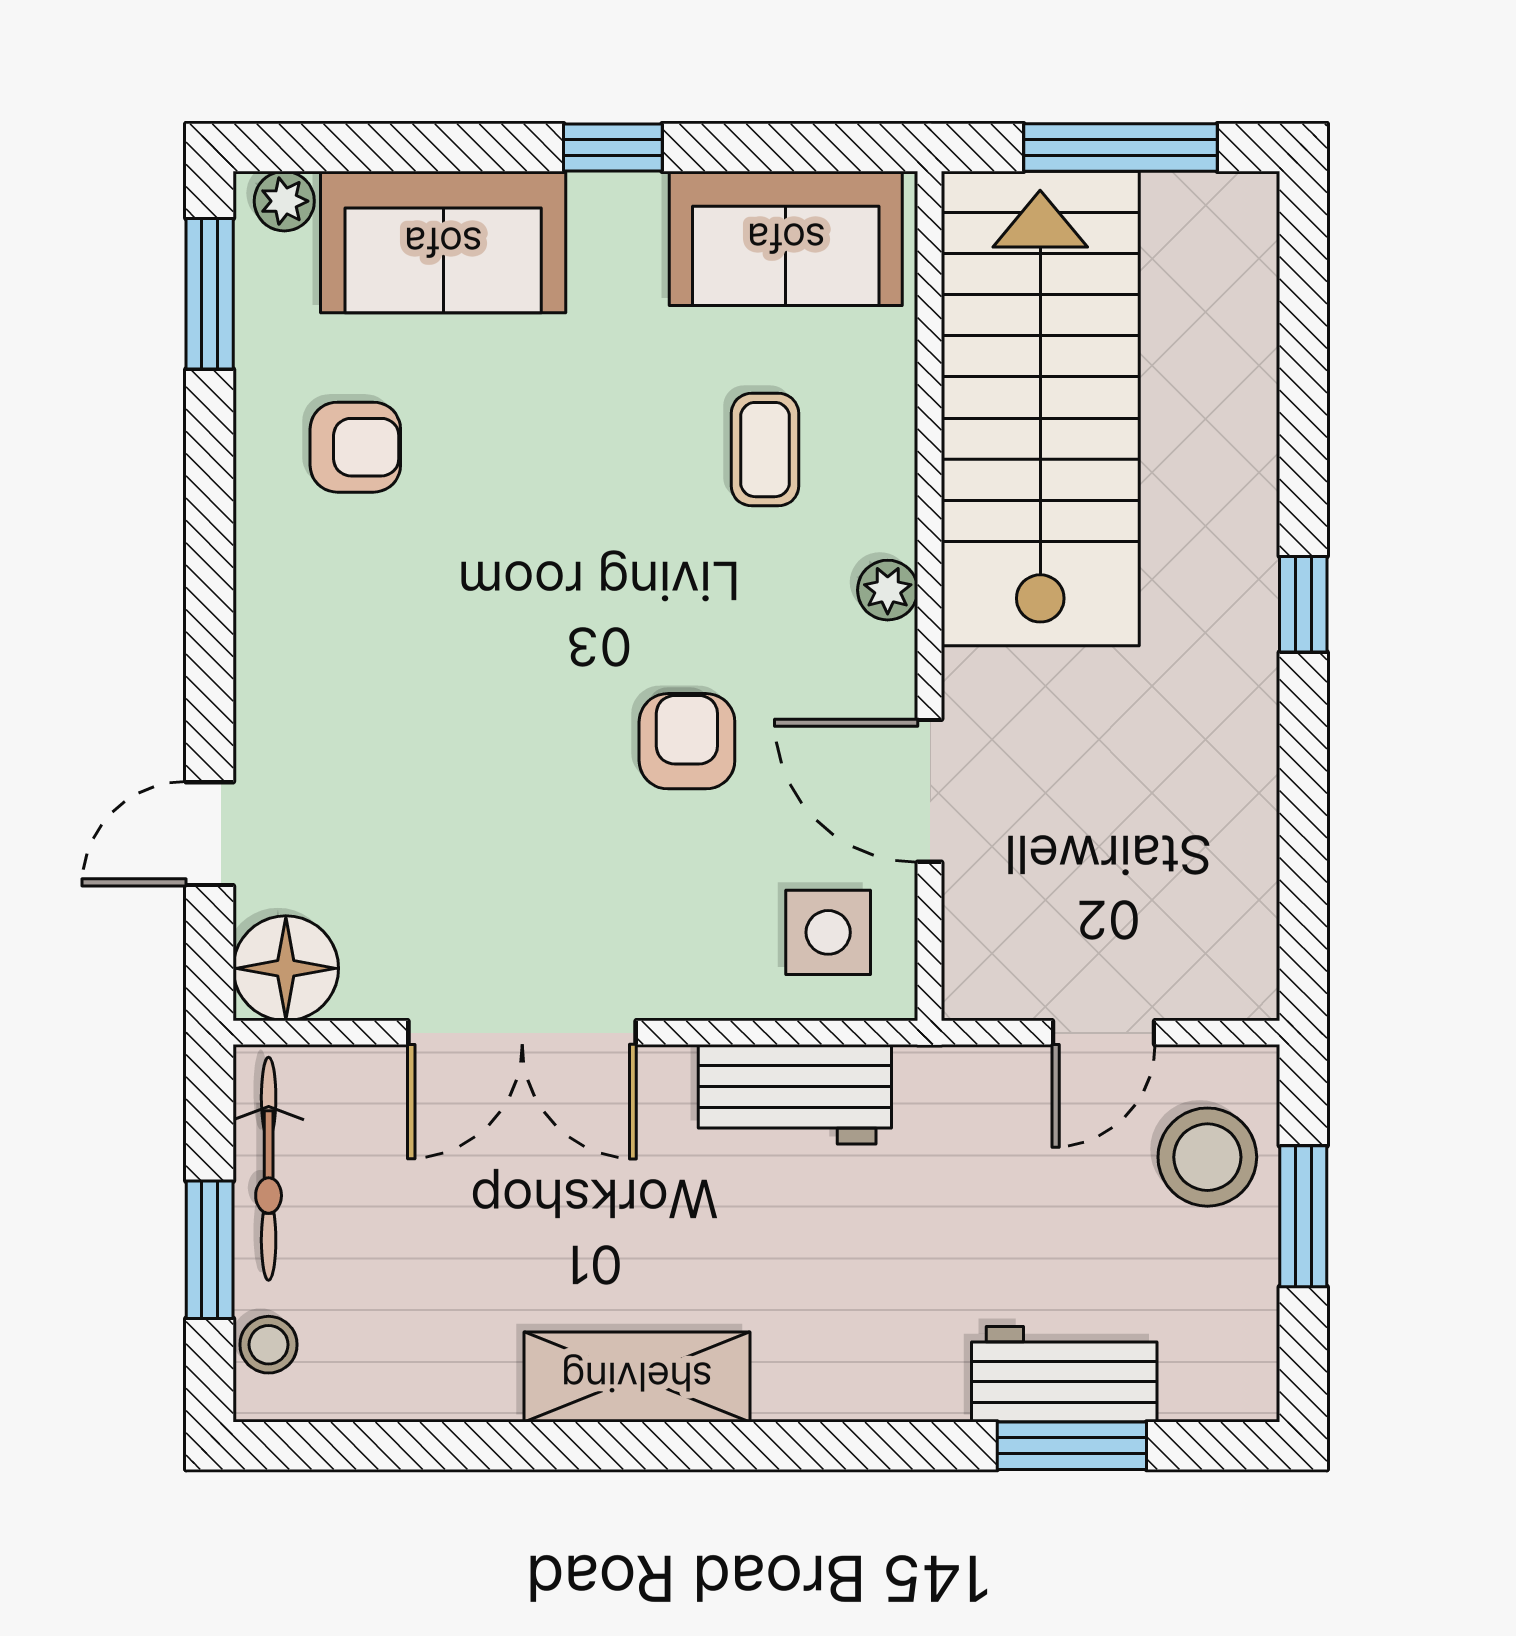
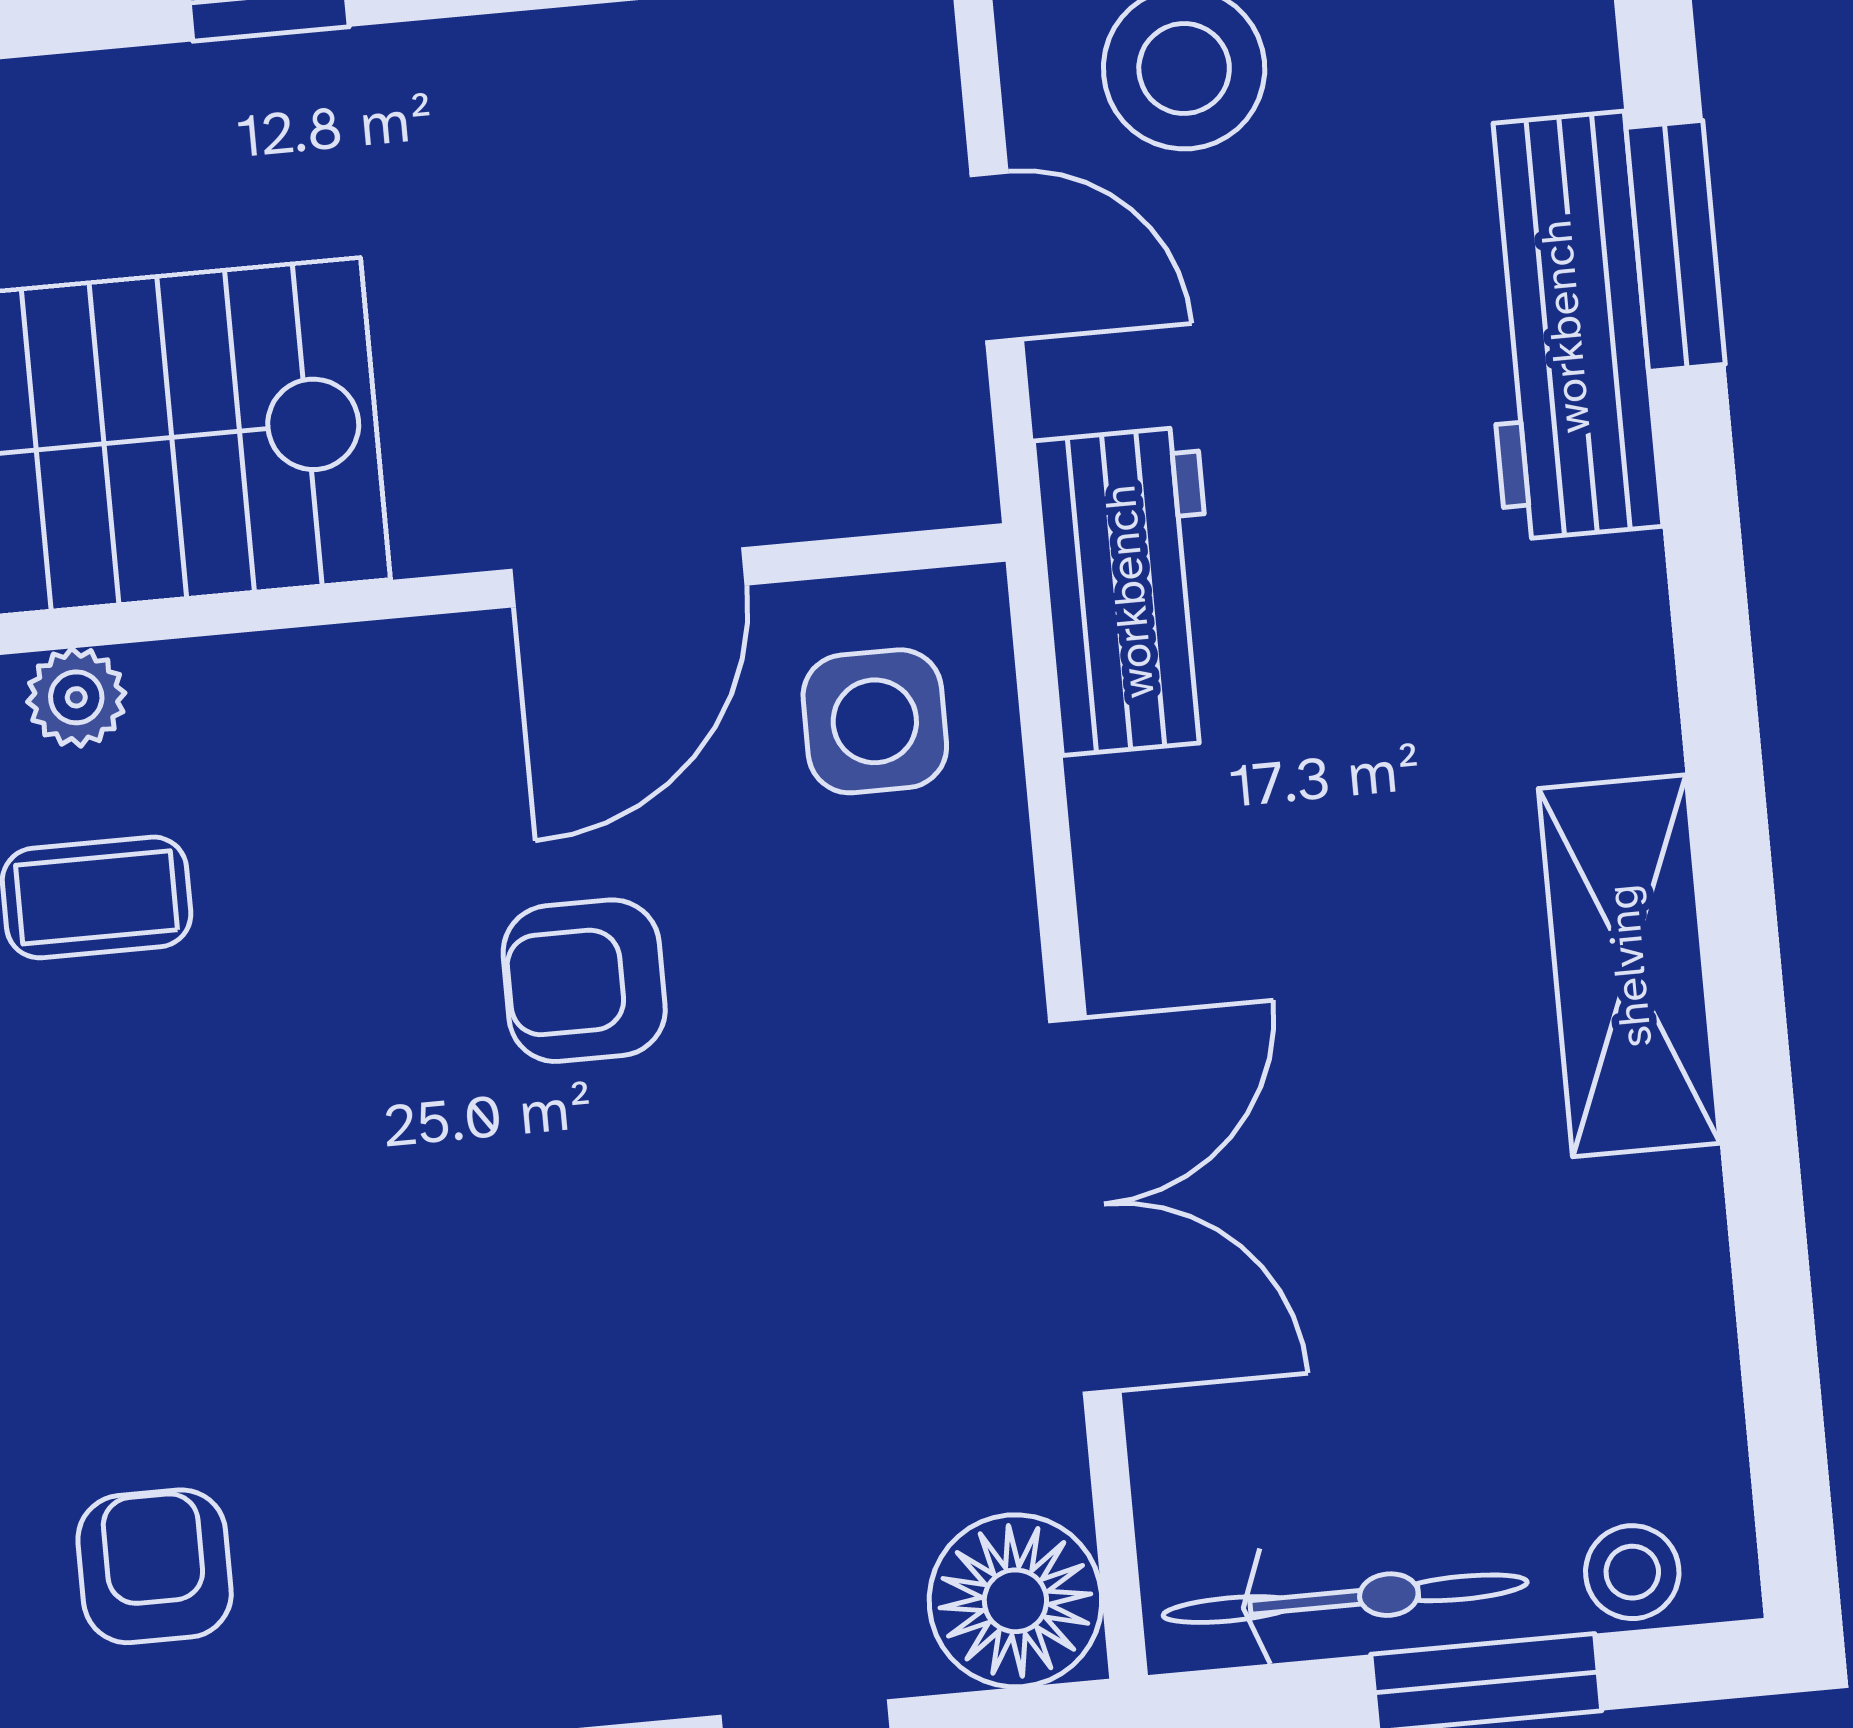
plant: (888, 590) -> (76, 697), moved
workbench: (795, 1094) -> (1129, 591), moved
workbench: (1064, 1374) -> (1565, 326), width x1.38

